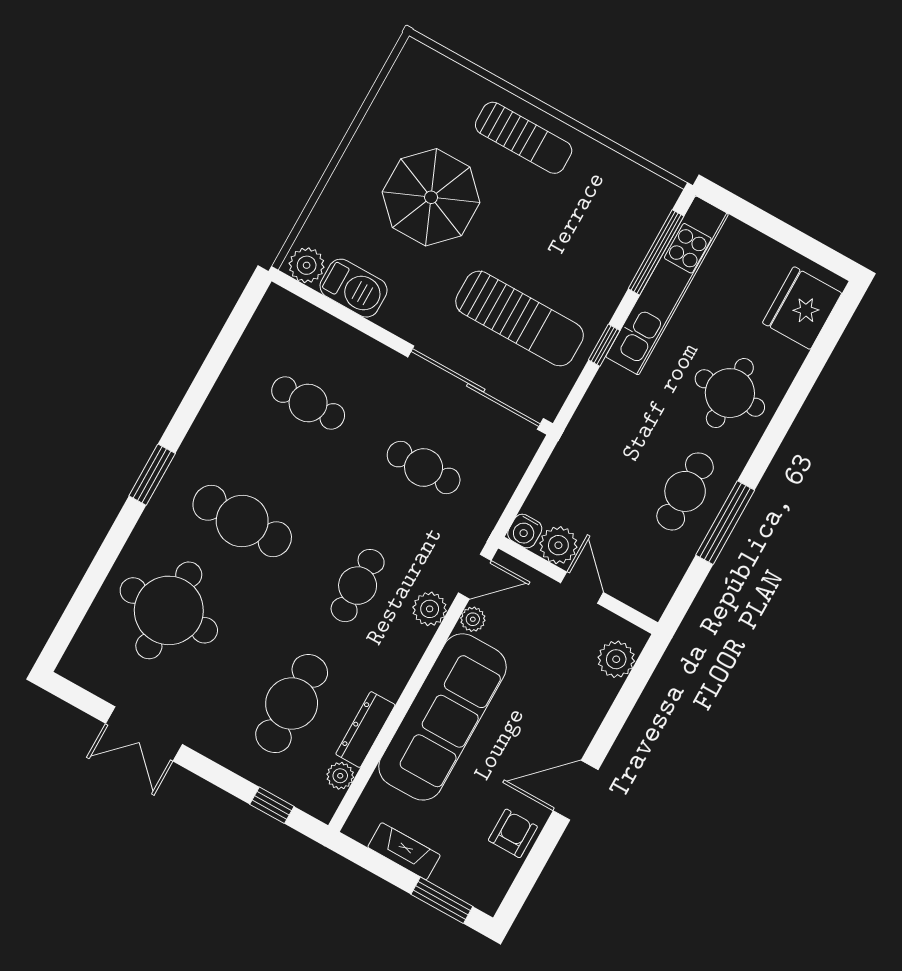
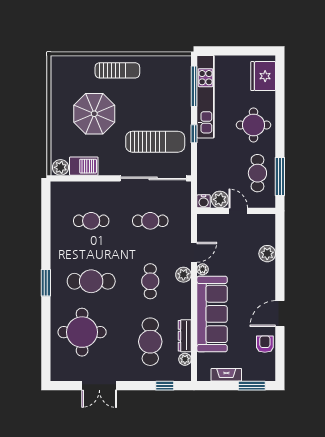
water cooler: (525, 531) -> (204, 201), moved
plant: (558, 545) -> (220, 199), moved
wall: (578, 585) -> (236, 211), moved
door: (582, 588) -> (238, 211), moved

